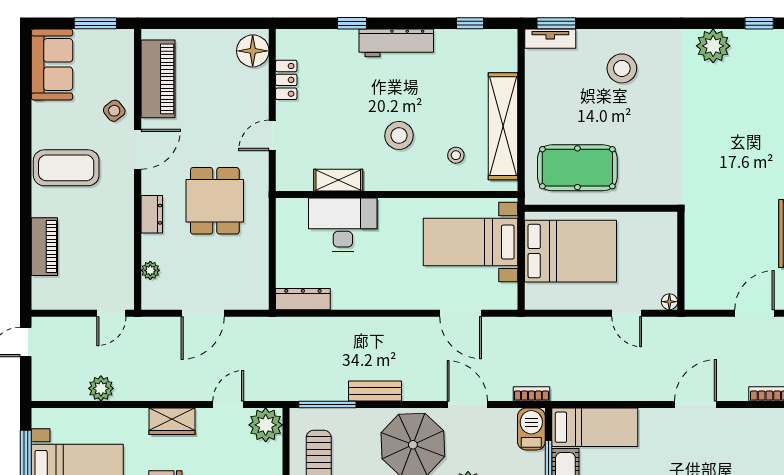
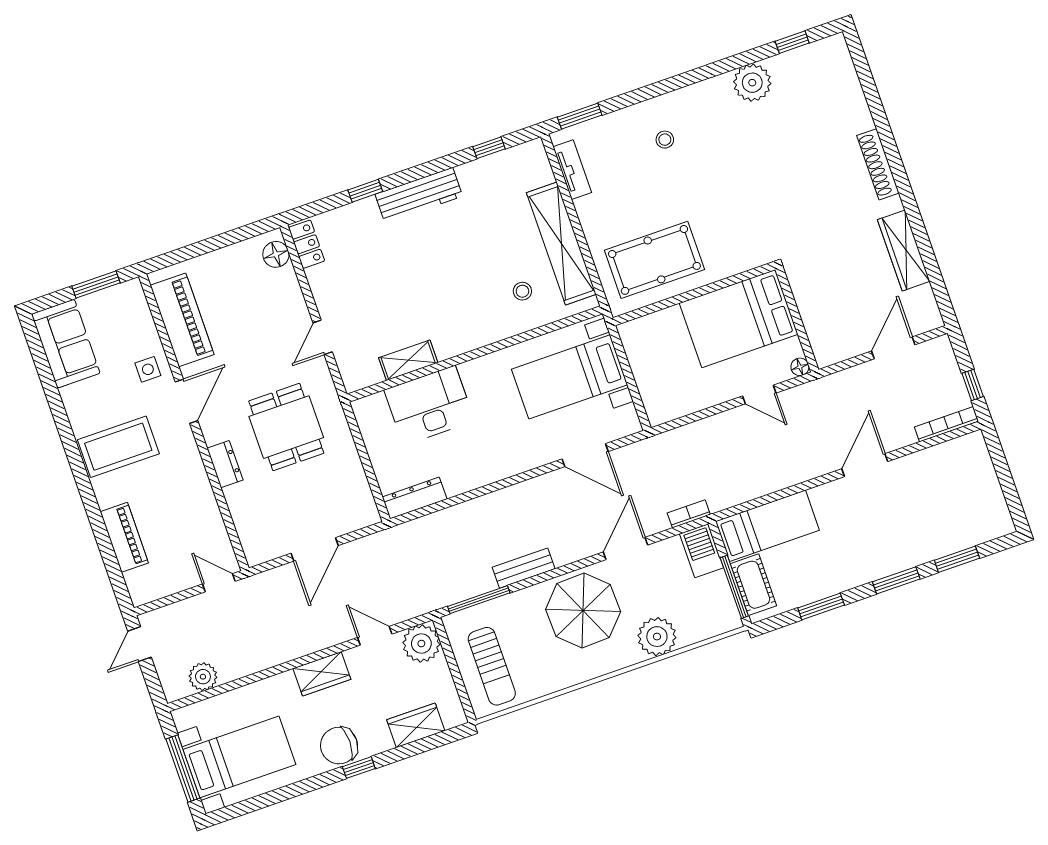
tv unit: (550, 39) -> (572, 170), moved, turned -90
floor lamp: (253, 51) -> (276, 254), width x0.73, depth x0.73
stool: (622, 68) -> (665, 140), width x0.53, depth x0.53
locker: (286, 80) -> (307, 244), moved
side table: (114, 111) -> (148, 369), turned 38
stool: (399, 135) -> (456, 291), removed
bed: (570, 251) -> (739, 319), moved, turned 180
plant: (150, 270) -> (244, 524), removed
door: (111, 313) -> (219, 583), swing flipped
plant: (101, 388) -> (203, 677), moved
door: (228, 405) -> (375, 636), hinge flipped
door: (467, 405) -> (625, 548), hinge flipped

